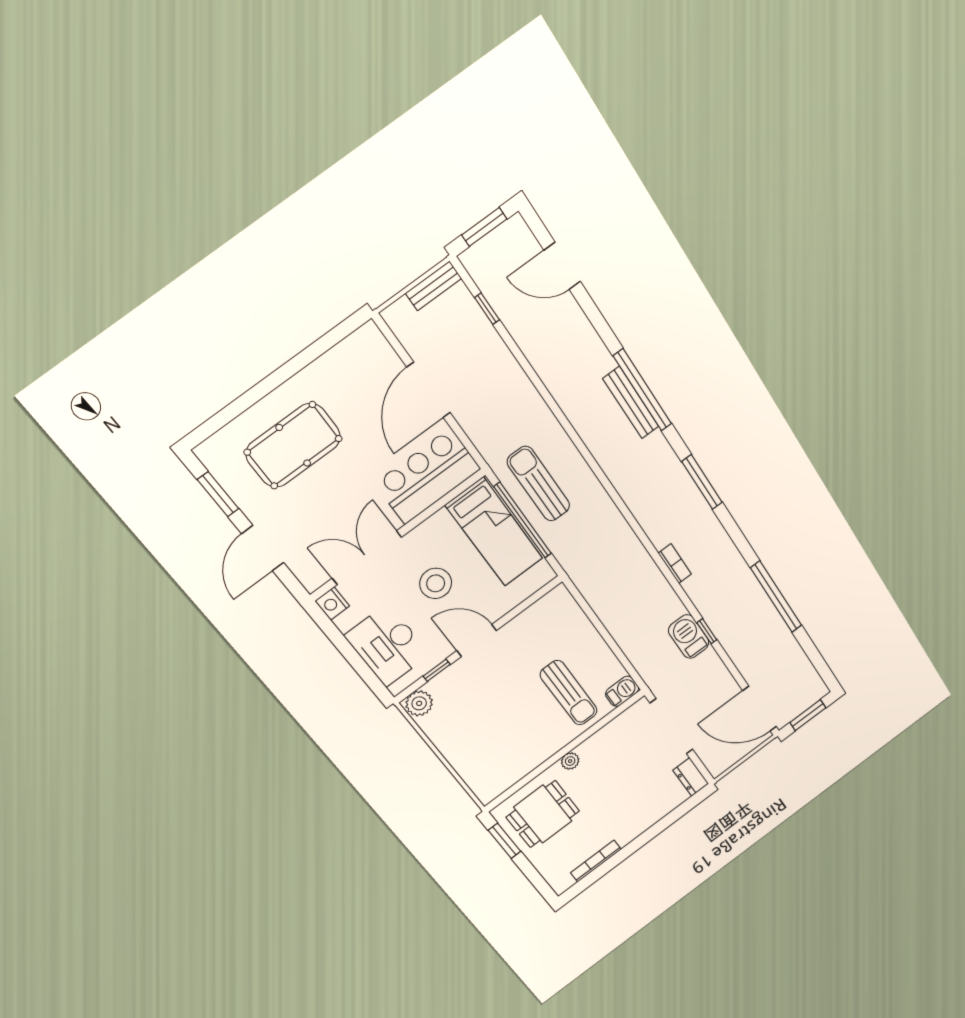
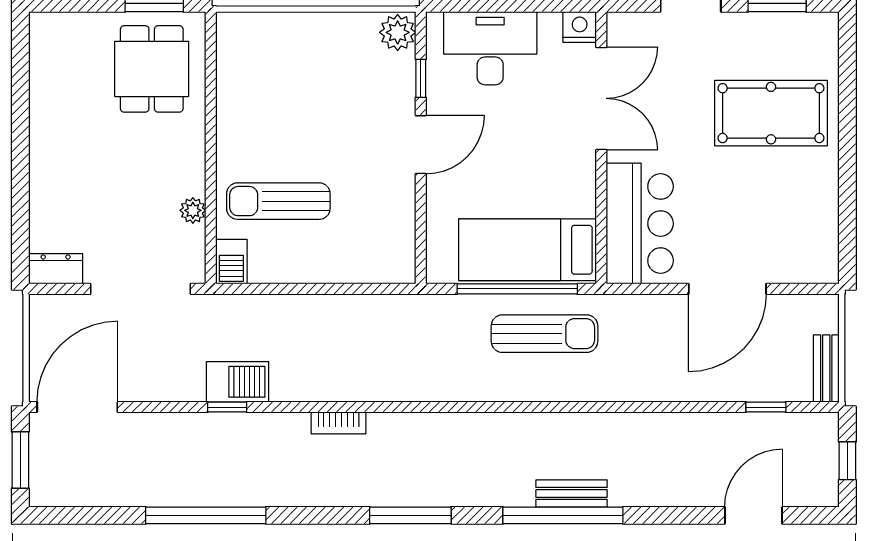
window: (484, 227) -> (847, 461), width x0.67
door: (429, 390) -> (727, 289), swing flipped
bench: (631, 403) -> (572, 493), width x0.73
pool table: (293, 445) -> (771, 113), turned 90
stool: (436, 583) -> (519, 148), removed
plant: (570, 761) -> (193, 210), moved
bookcase: (596, 861) -> (39, 86), removed

